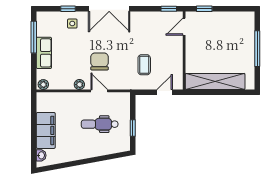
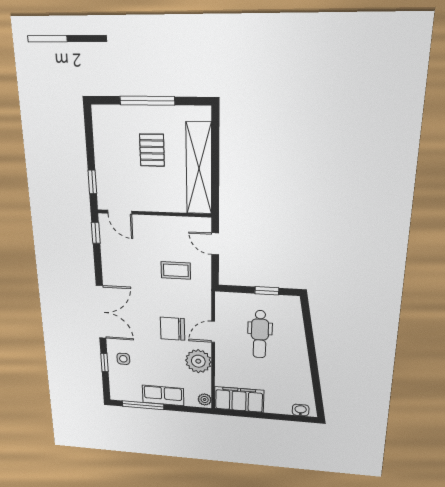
pallet: (226, 51) -> (152, 150), added
plant: (79, 85) -> (198, 361), width x1.87, depth x1.87
filing cabinet: (46, 130) -> (239, 399), moved

